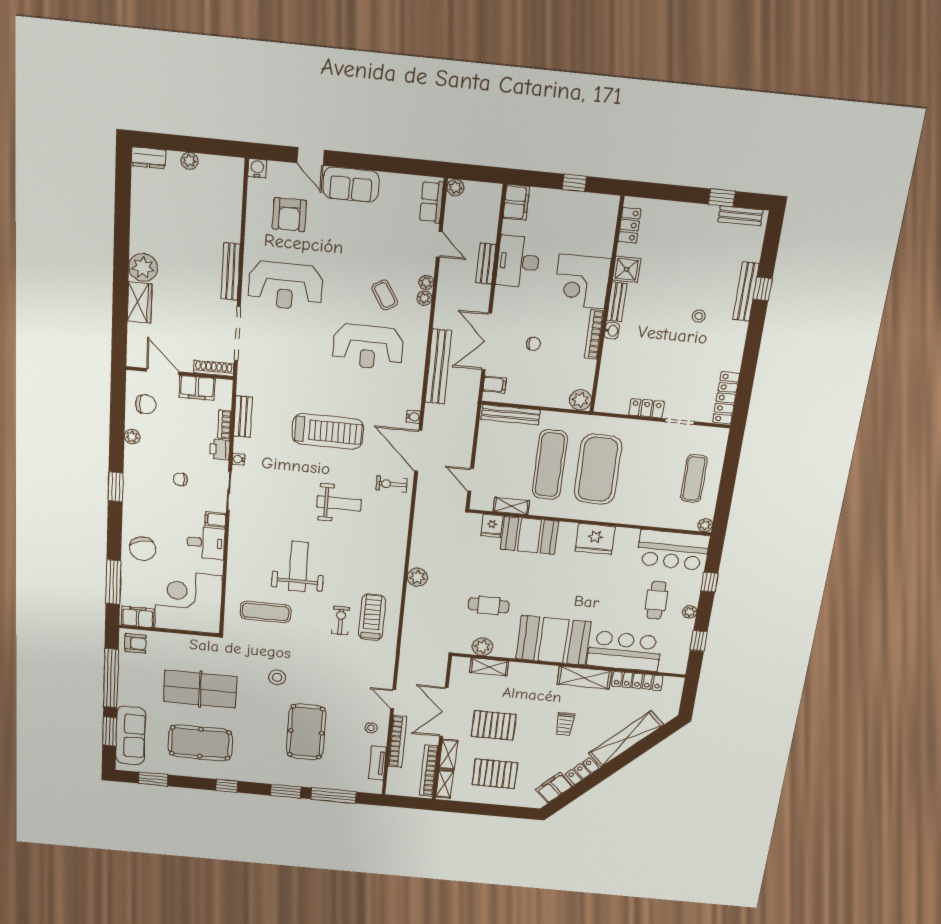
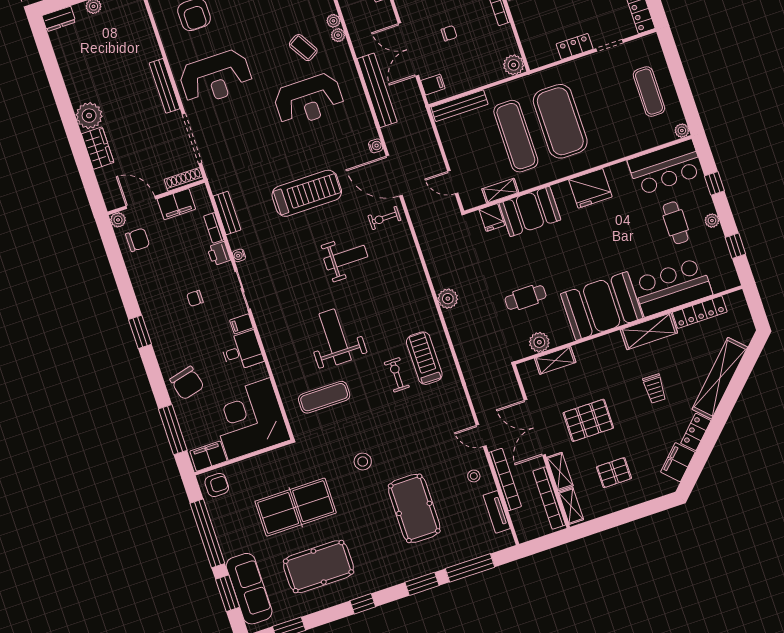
plant: (132, 437) -> (118, 220), moved
pallet: (495, 774) -> (614, 473), width x0.67, depth x0.71

